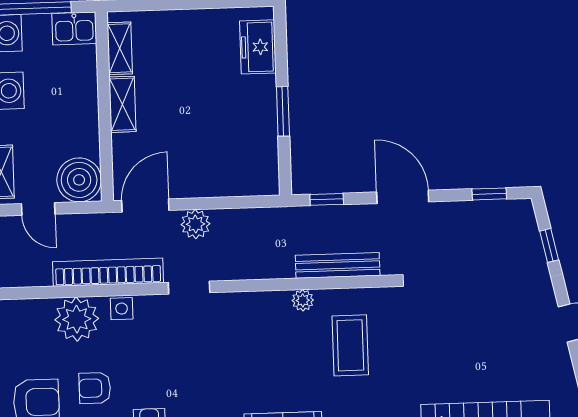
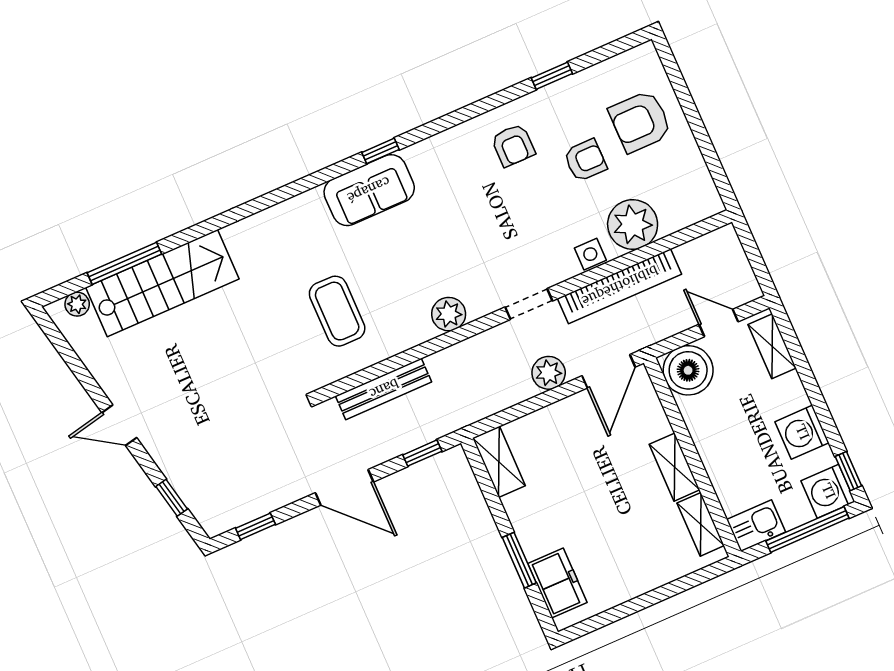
window: (283, 111) -> (519, 560), moved
shelving: (266, 167) -> (499, 462), added
plant: (303, 300) -> (449, 314), moved, width x1.38, depth x1.38

